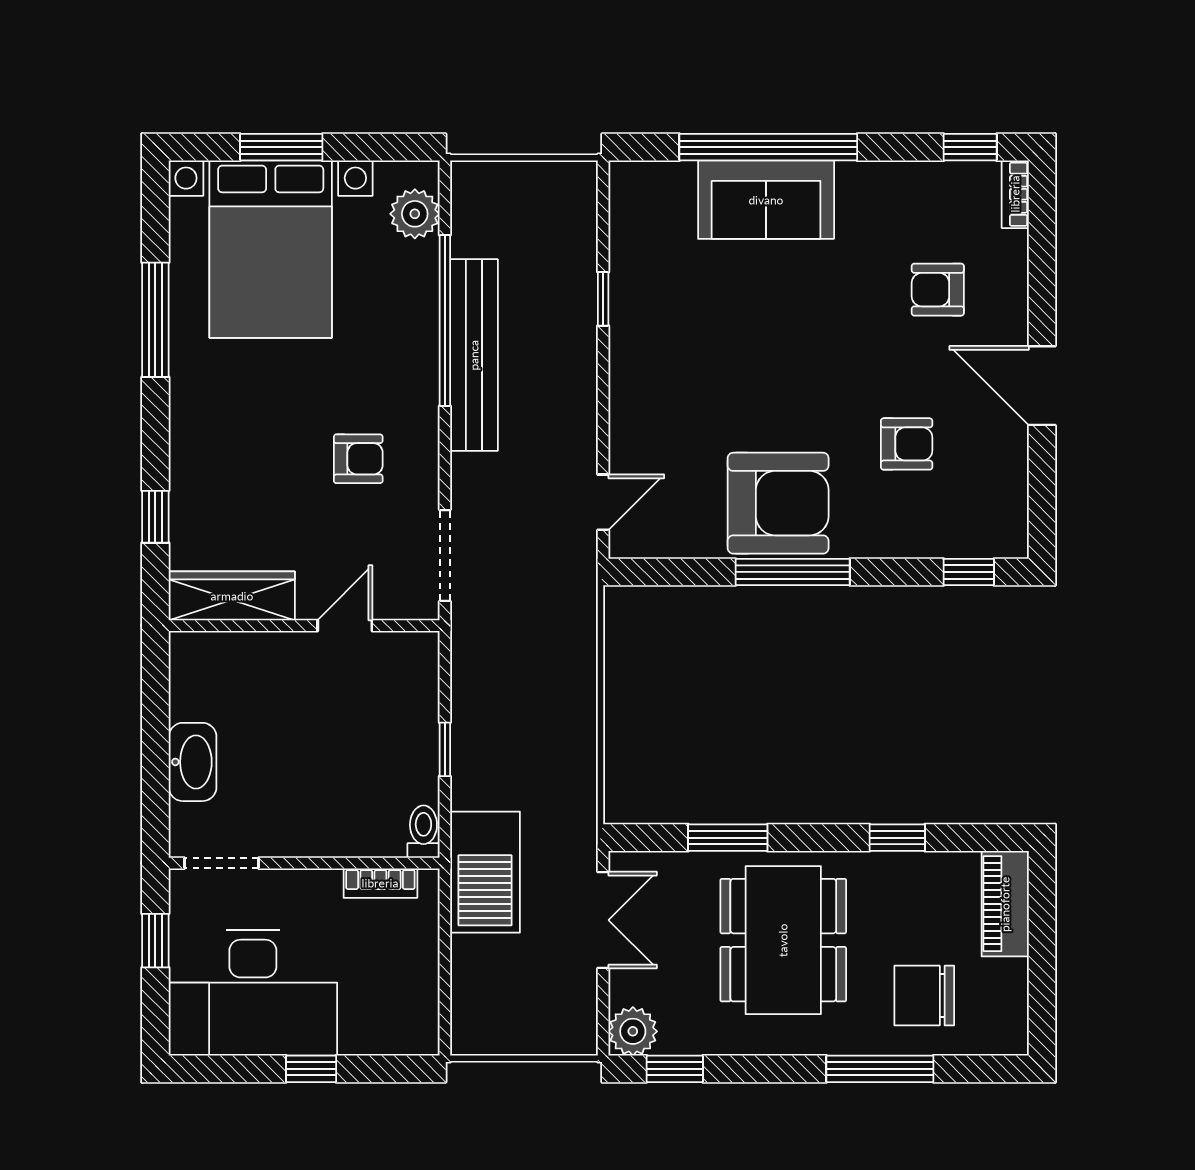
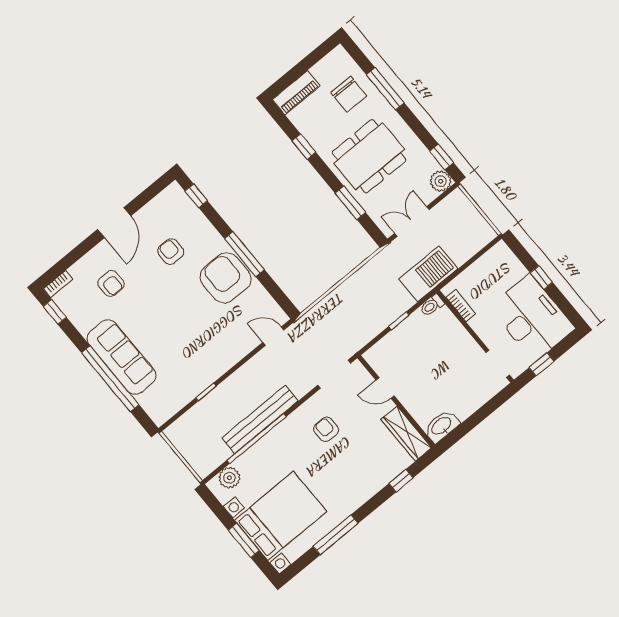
sofa: (766, 200) -> (122, 357), width x1.36
washbasin: (193, 762) -> (442, 426), moved

